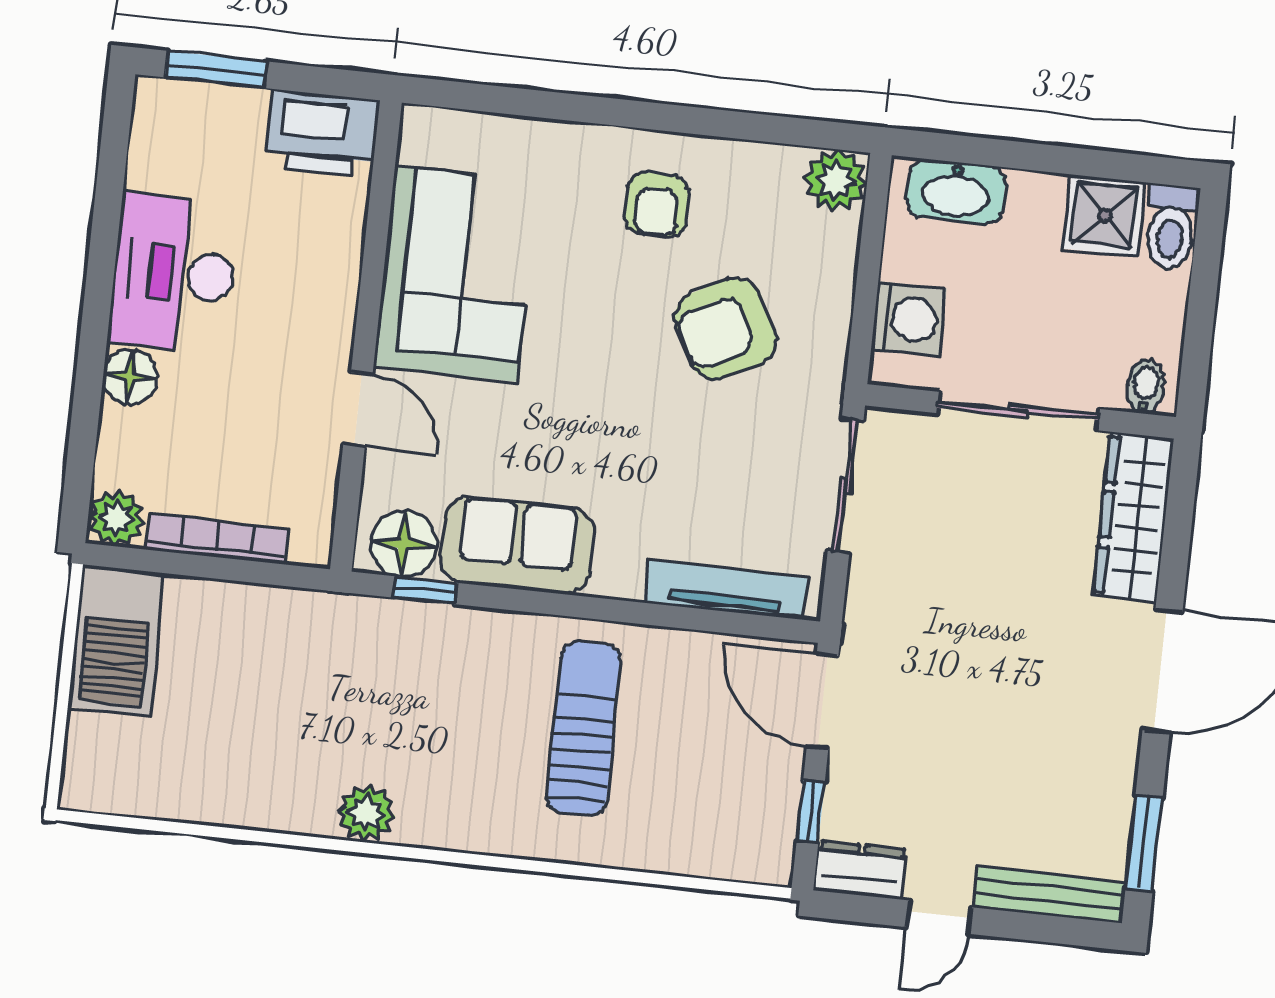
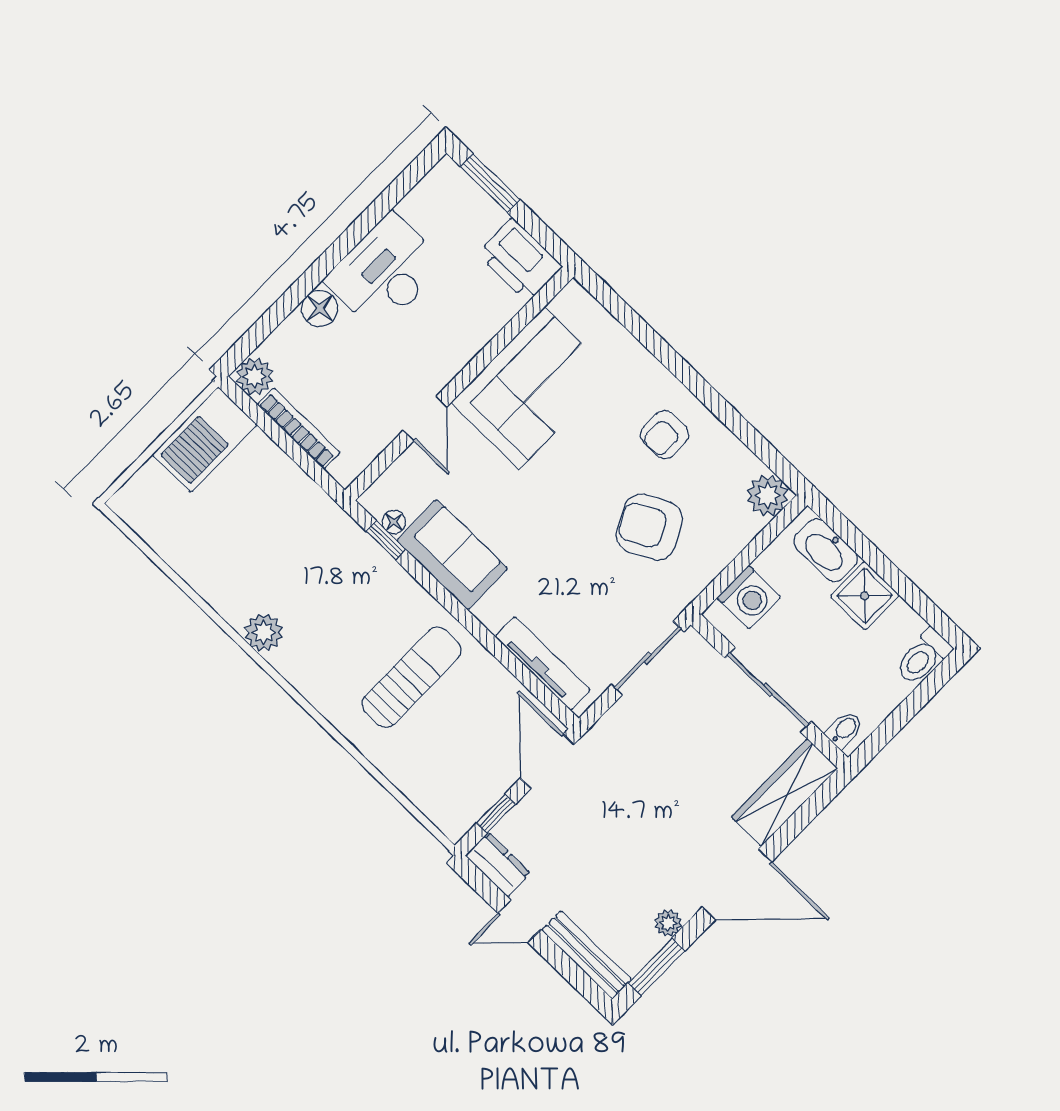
shower: (1105, 215) -> (865, 596), moved
floor lamp: (404, 544) -> (394, 522), width x0.53, depth x0.53
plant: (1117, 780) -> (668, 923), added

